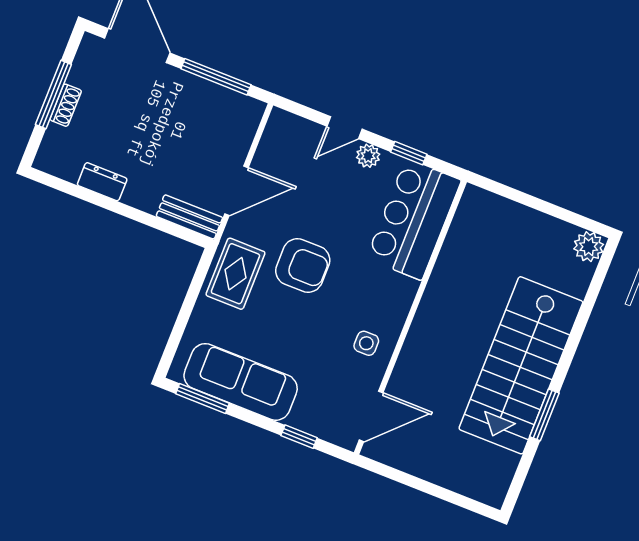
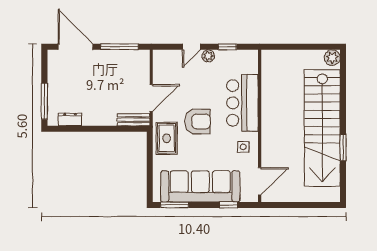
window: (53, 94) -> (44, 101), moved
shoe rack: (66, 105) -> (52, 89), removed
dresser: (102, 182) -> (70, 119), moved
bar counter: (414, 219) -> (242, 103), moved
stairs: (521, 365) -> (322, 128), width x1.36
sofa: (241, 382) -> (200, 186), width x1.36, depth x1.27

